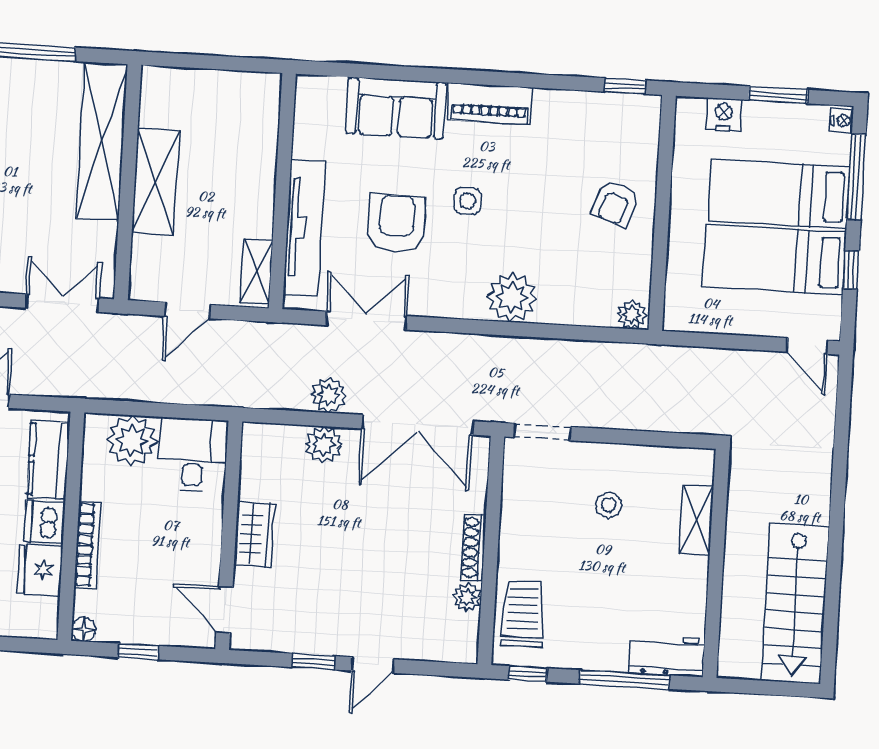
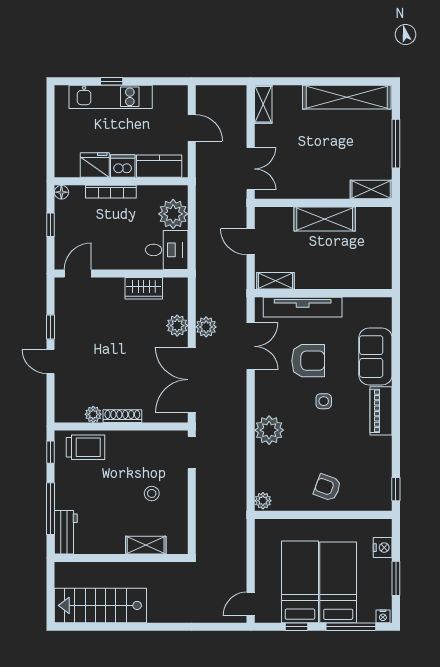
shelving: (102, 141) -> (371, 190), width x0.45, depth x0.75
wardrobe: (254, 534) -> (144, 288), moved

